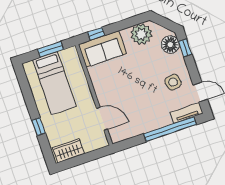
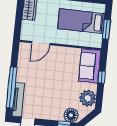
window: (96, 34) -> (102, 77), moved
side table: (173, 82) -> (44, 105), removed
tv unit: (187, 113) -> (18, 100), width x1.41

